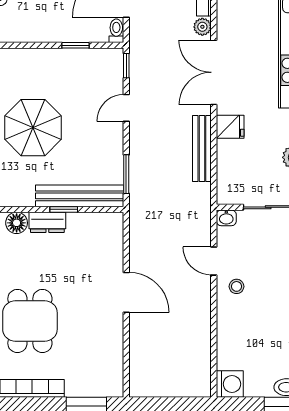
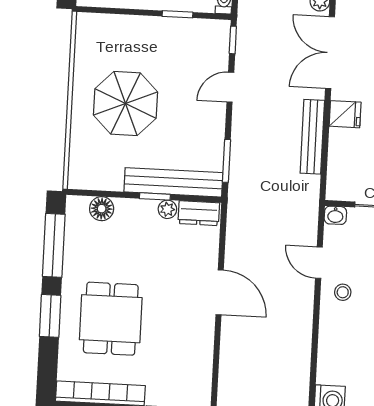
plant: (76, 220) -> (167, 209), added
dresser: (47, 222) -> (199, 213), moved

